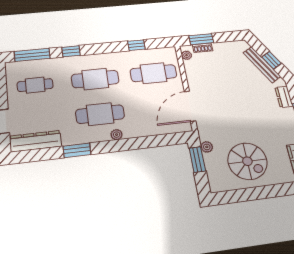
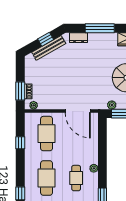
cafe table: (100, 114) -> (76, 178), width x0.73, depth x0.74

